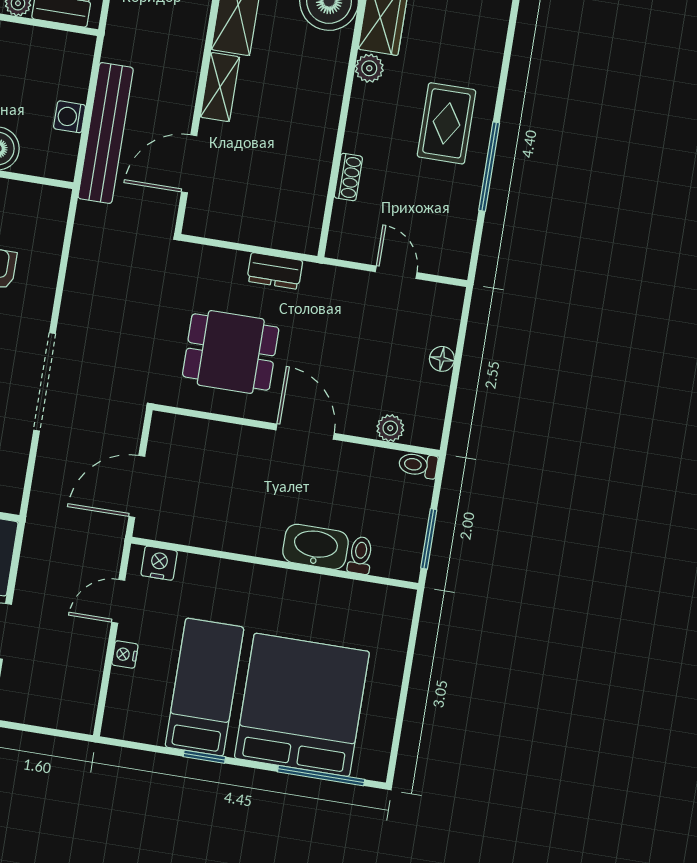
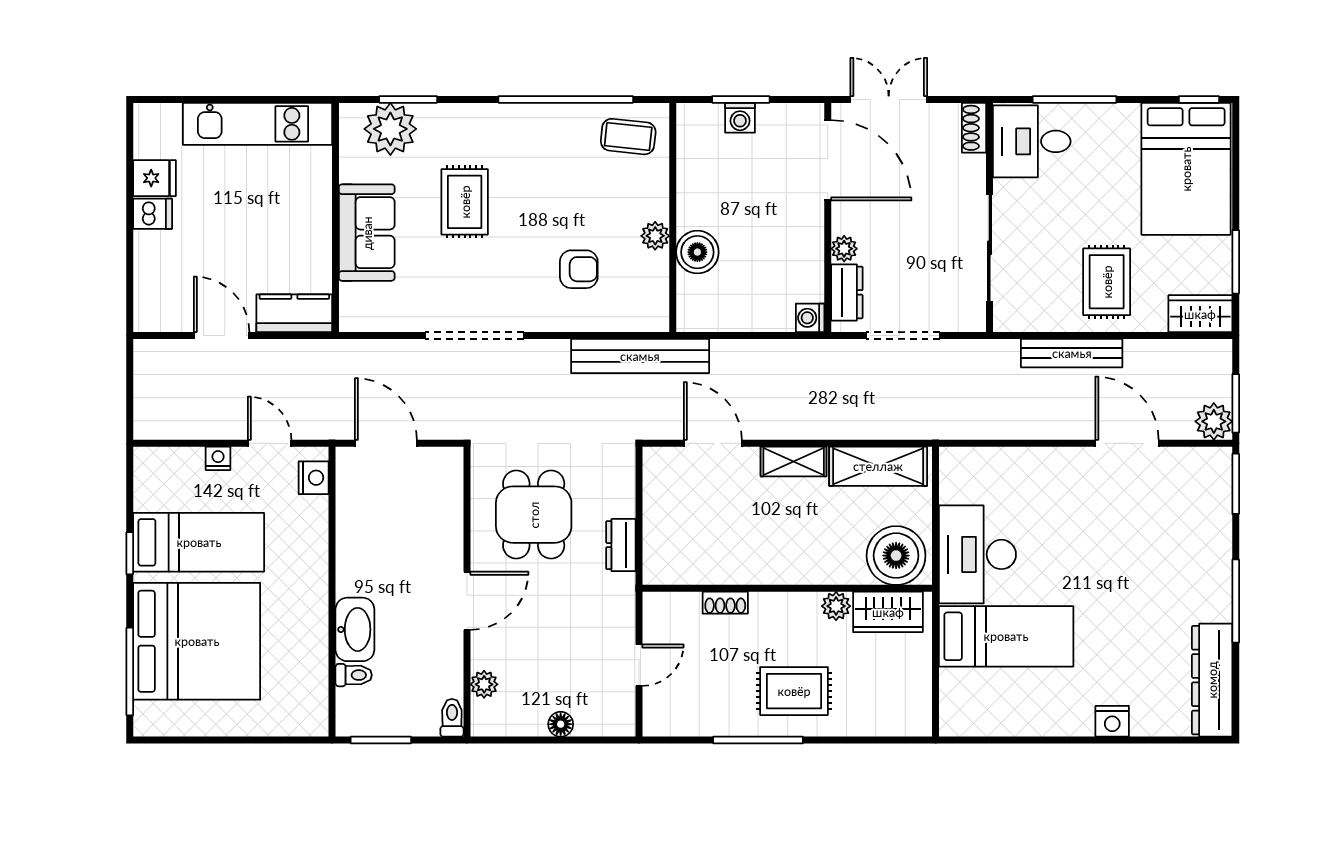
washing machine: (70, 117) -> (810, 318), moved, turned -90
bench: (106, 133) -> (640, 356), moved

